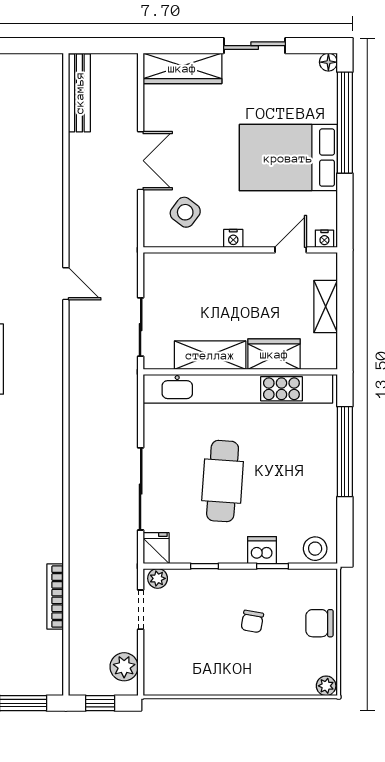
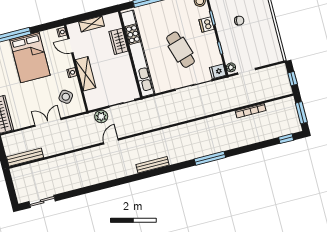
shelving: (210, 355) -> (86, 74), moved
cafe table: (223, 481) -> (180, 50), turned 69
plant: (124, 667) -> (101, 116), moved

